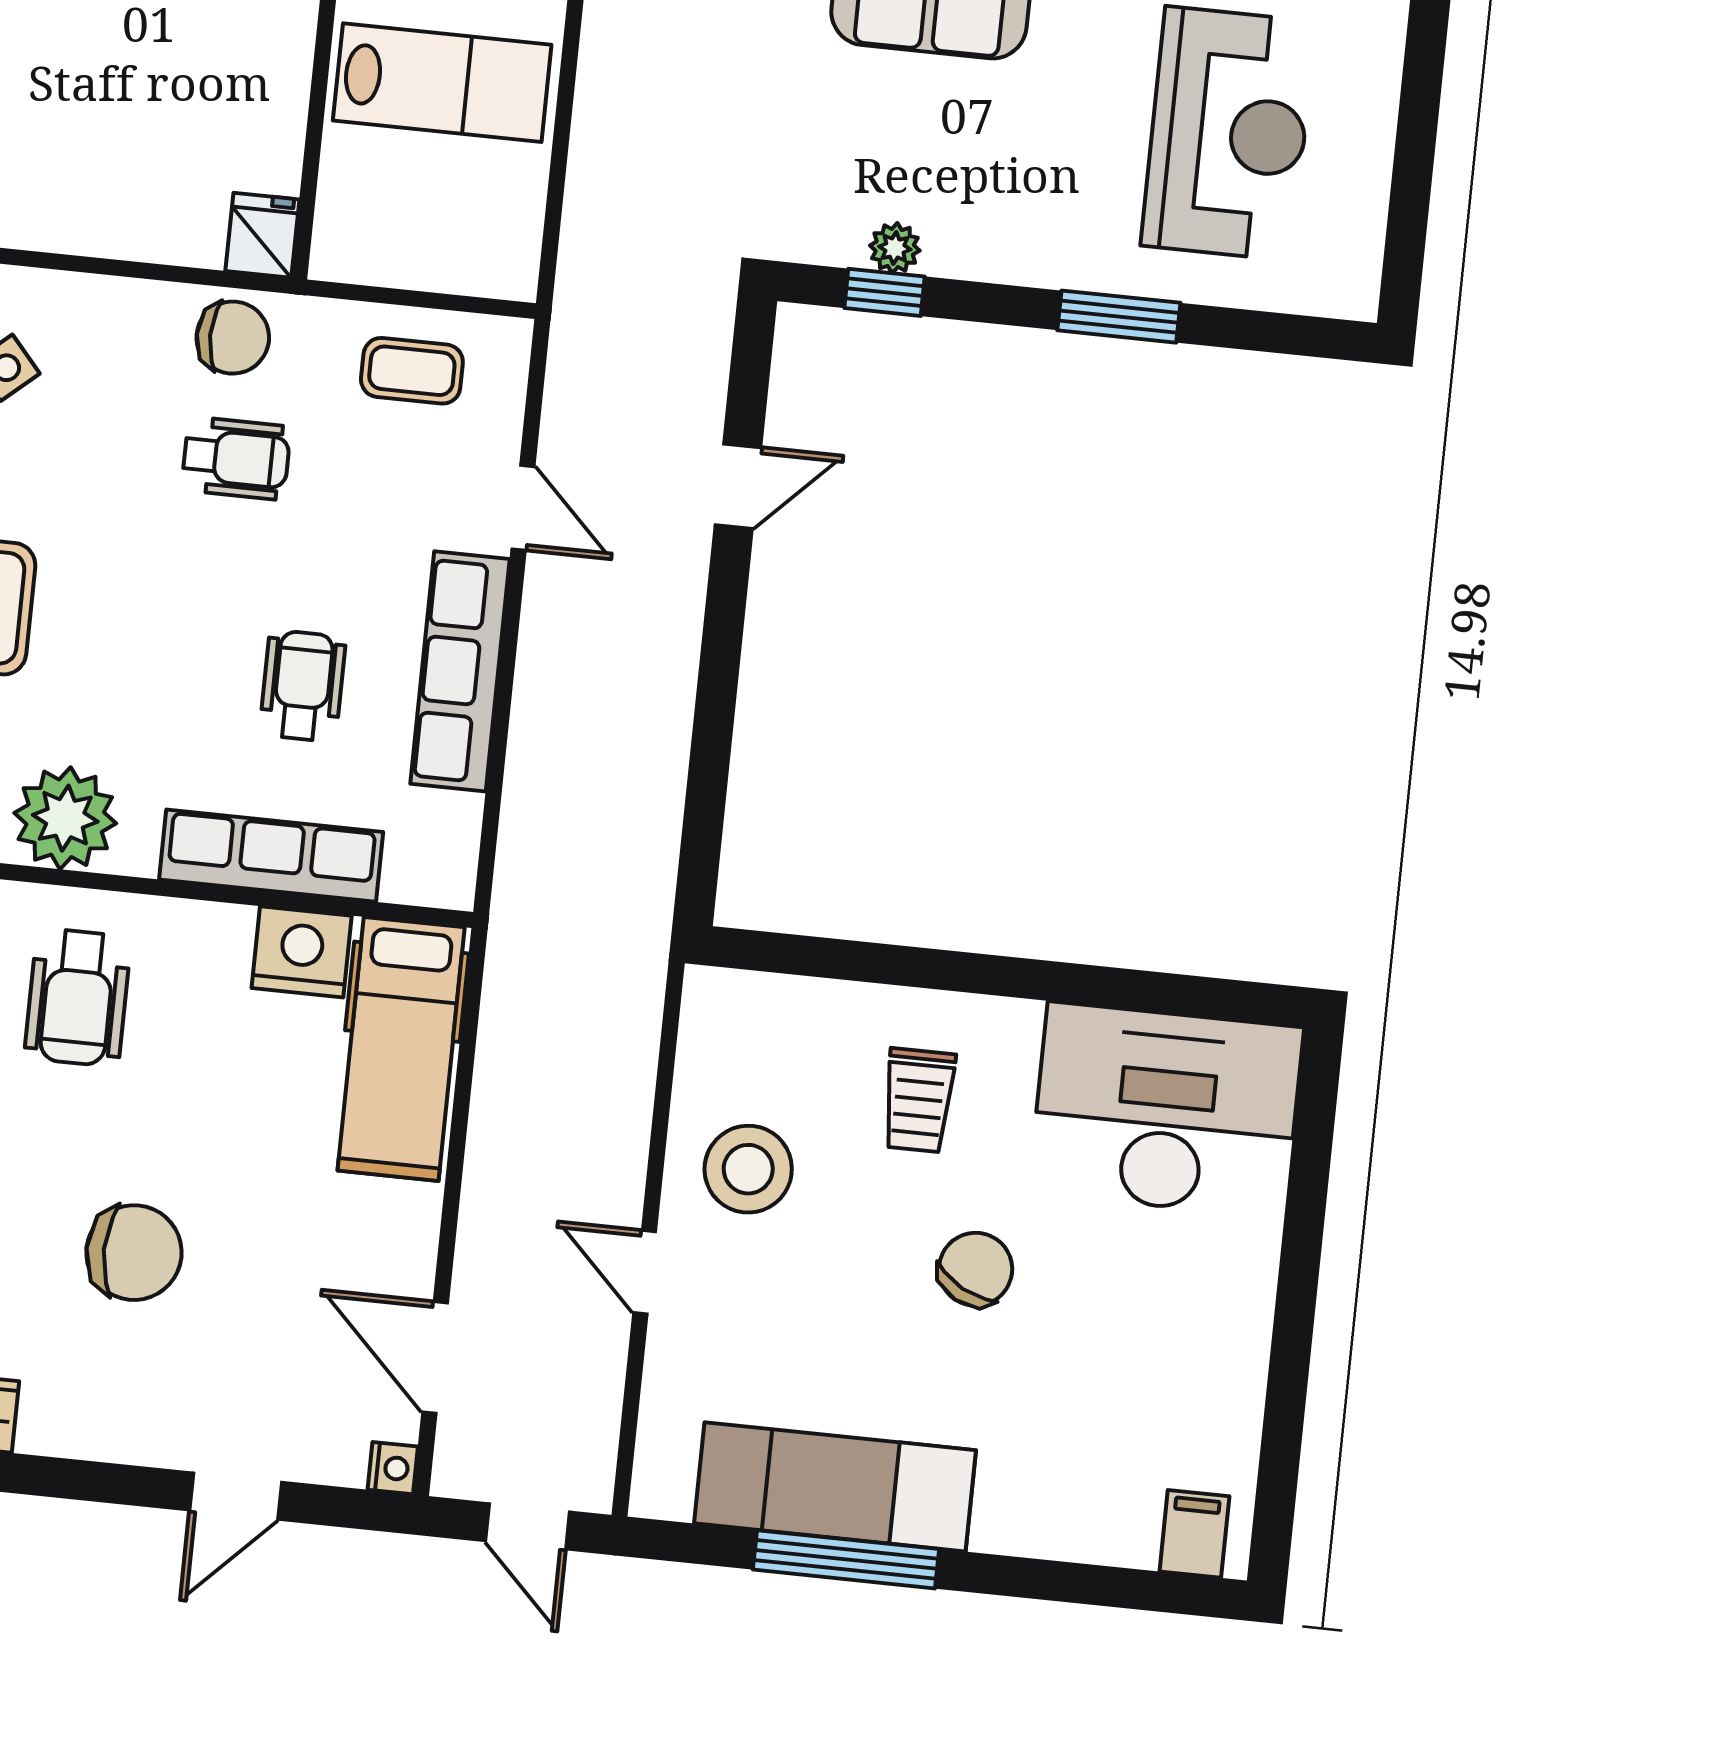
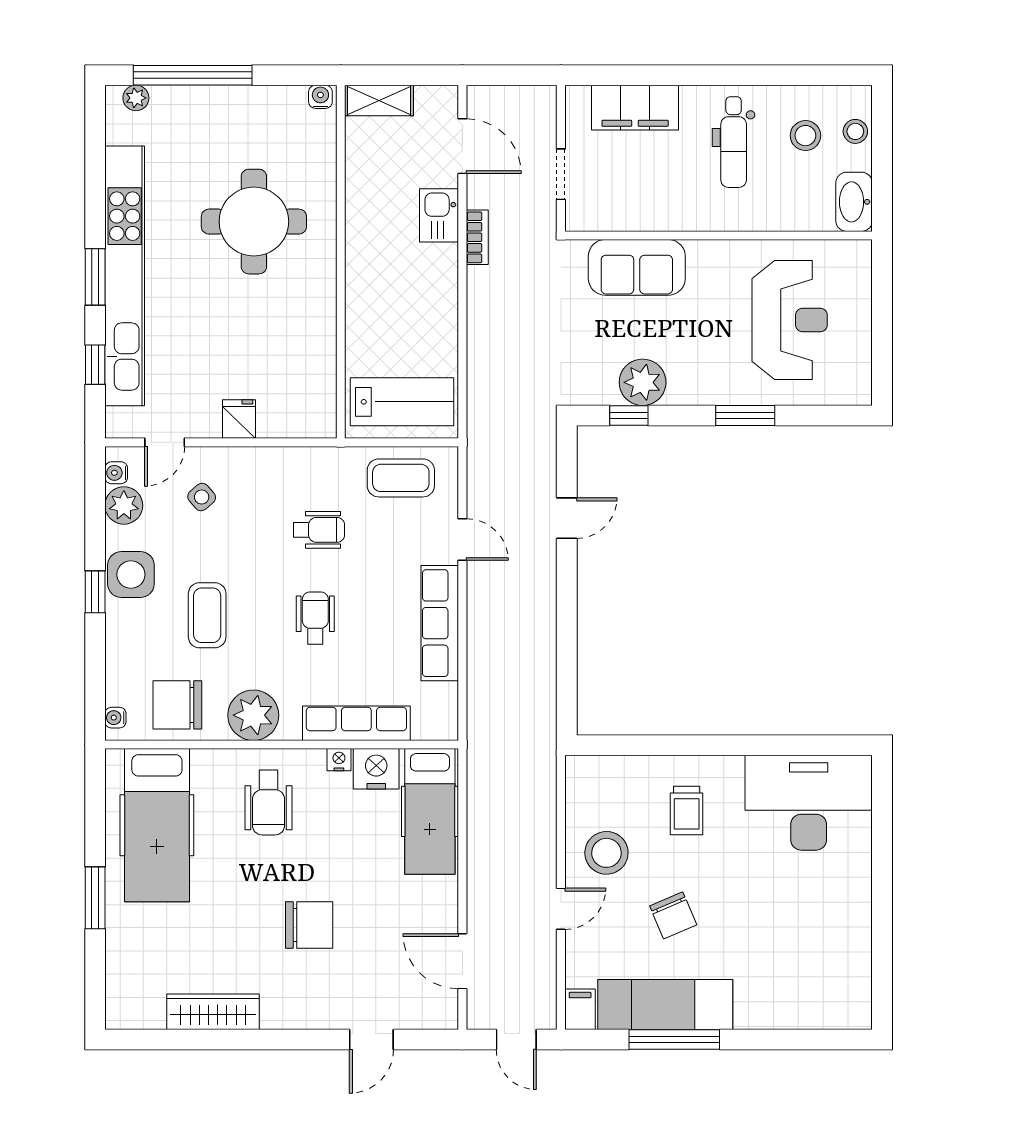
lab bench: (442, 83) -> (402, 402), moved
fridge: (262, 235) -> (239, 419), moved
plant: (895, 248) -> (643, 382), width x1.87, depth x1.87
chair: (233, 338) -> (311, 471), removed
coffee table: (412, 371) -> (401, 478), width x1.36, depth x1.30
wheelchair: (303, 686) -> (315, 618), moved
chair: (976, 1269) -> (673, 915), moved, turned 129
door: (645, 1272) -> (561, 909), swing flipped
nightstand: (393, 1468) -> (339, 760), moved, turned -90
filing cabinet: (1194, 1534) -> (580, 1009), moved

